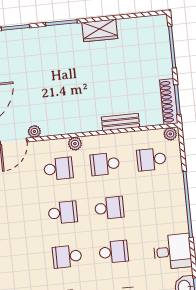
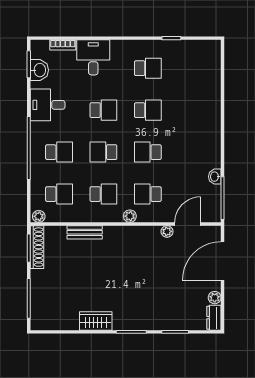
school desk: (156, 203) -> (59, 152), added
school desk: (114, 252) -> (103, 110), turned 180

